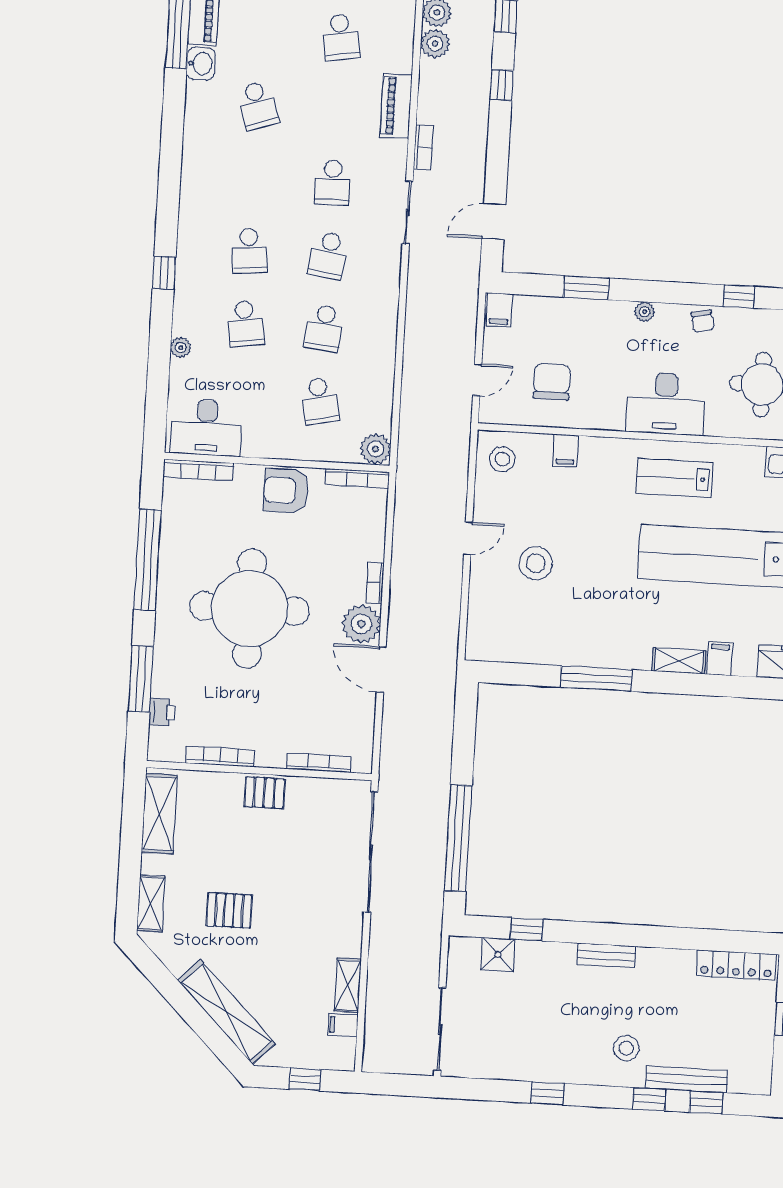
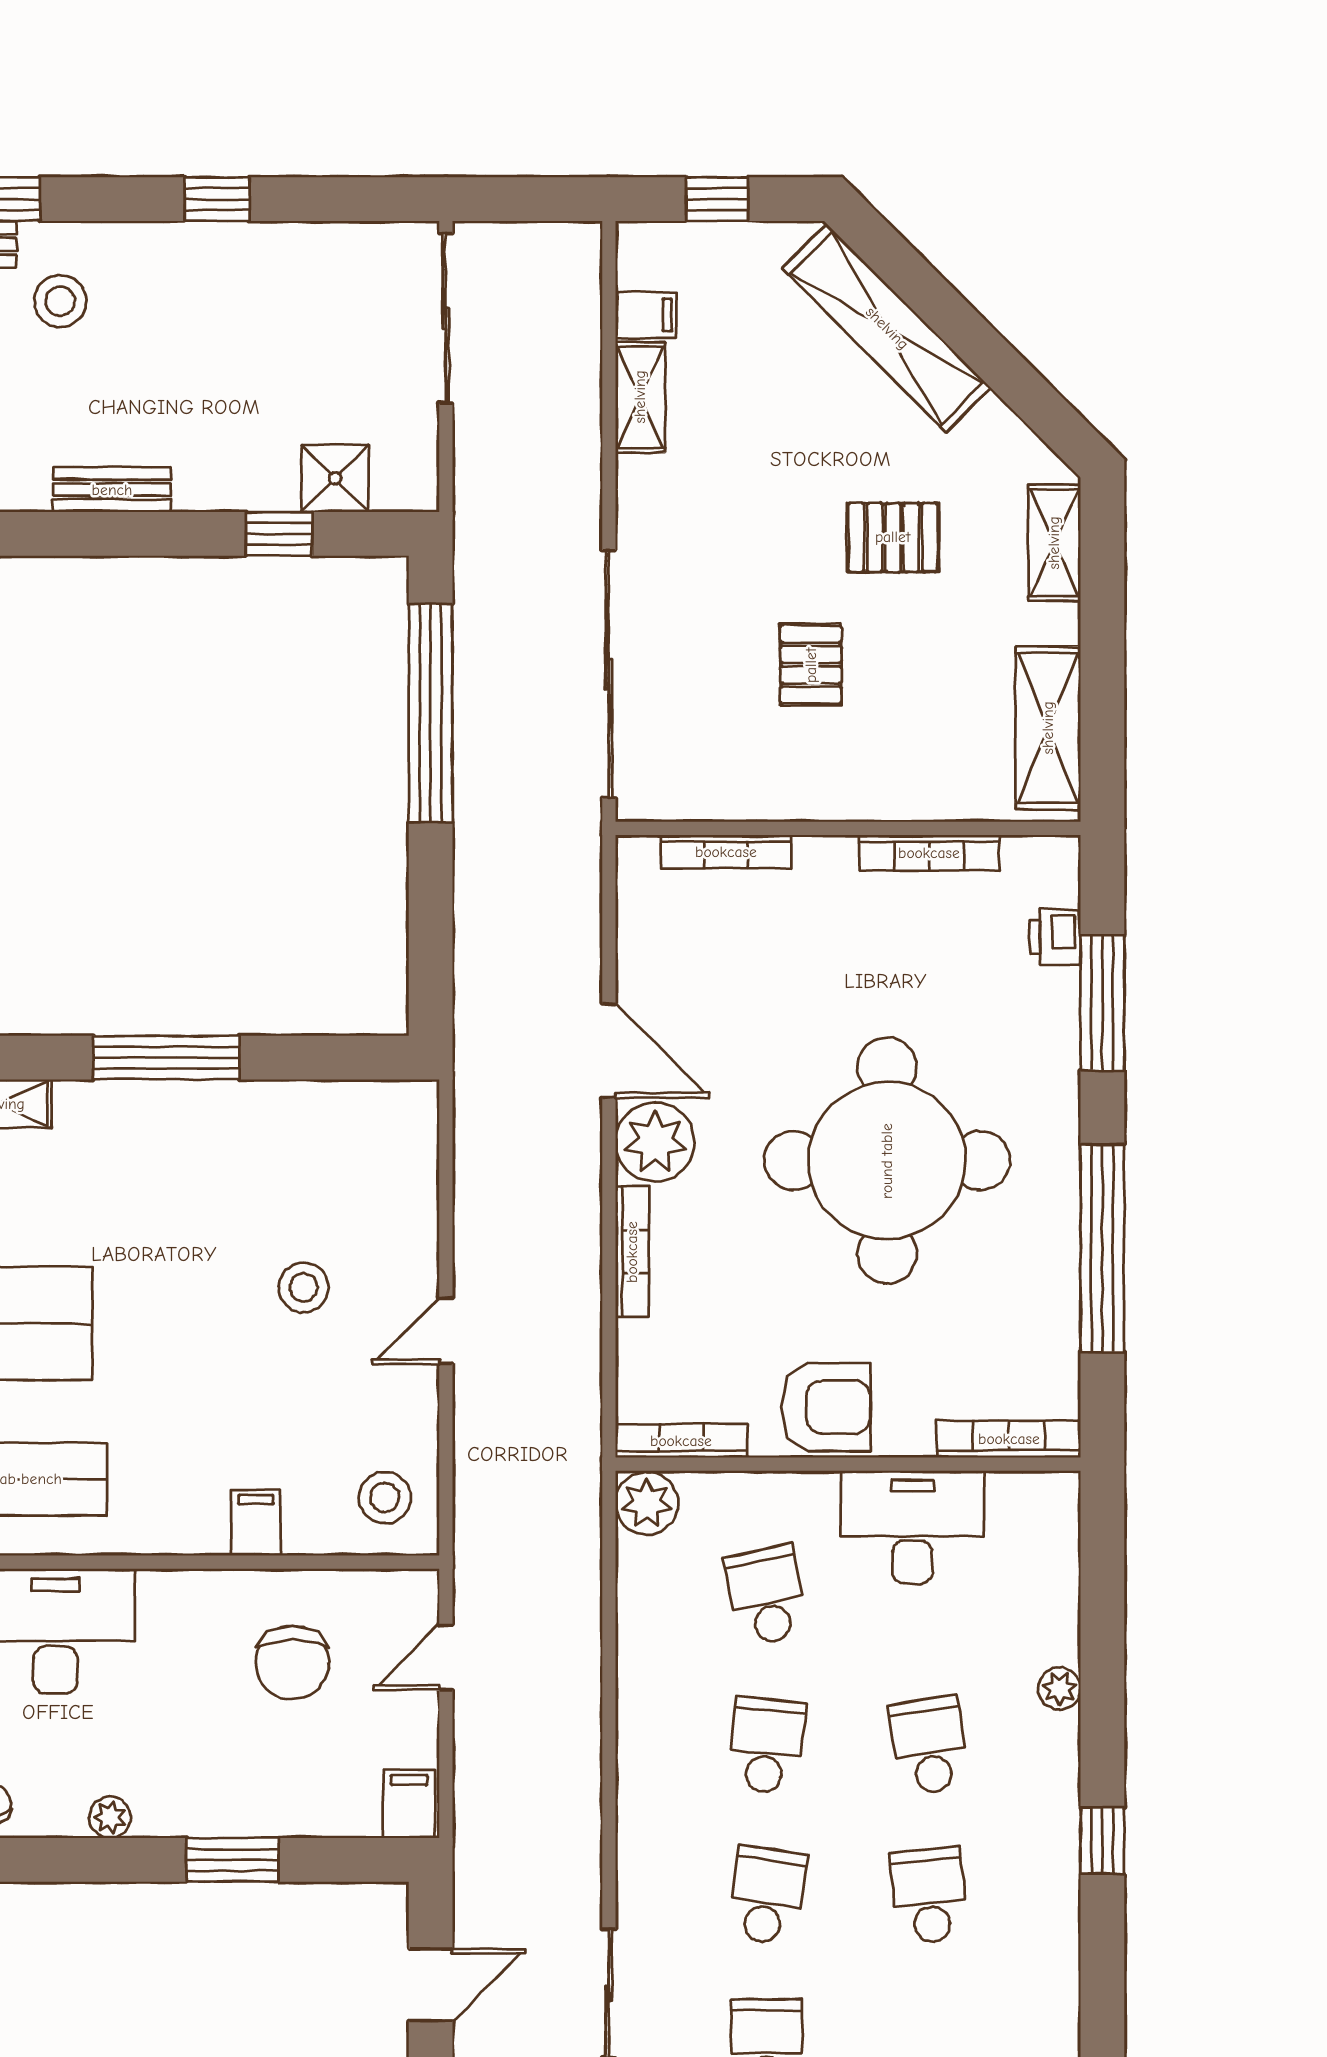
desk: (207, 428) -> (912, 1527), moved
stool: (536, 563) -> (304, 1288), width x0.73, depth x0.73
bookcase: (375, 583) -> (632, 1252), width x1.56
pallet: (264, 793) -> (811, 665), moved, turned 90

